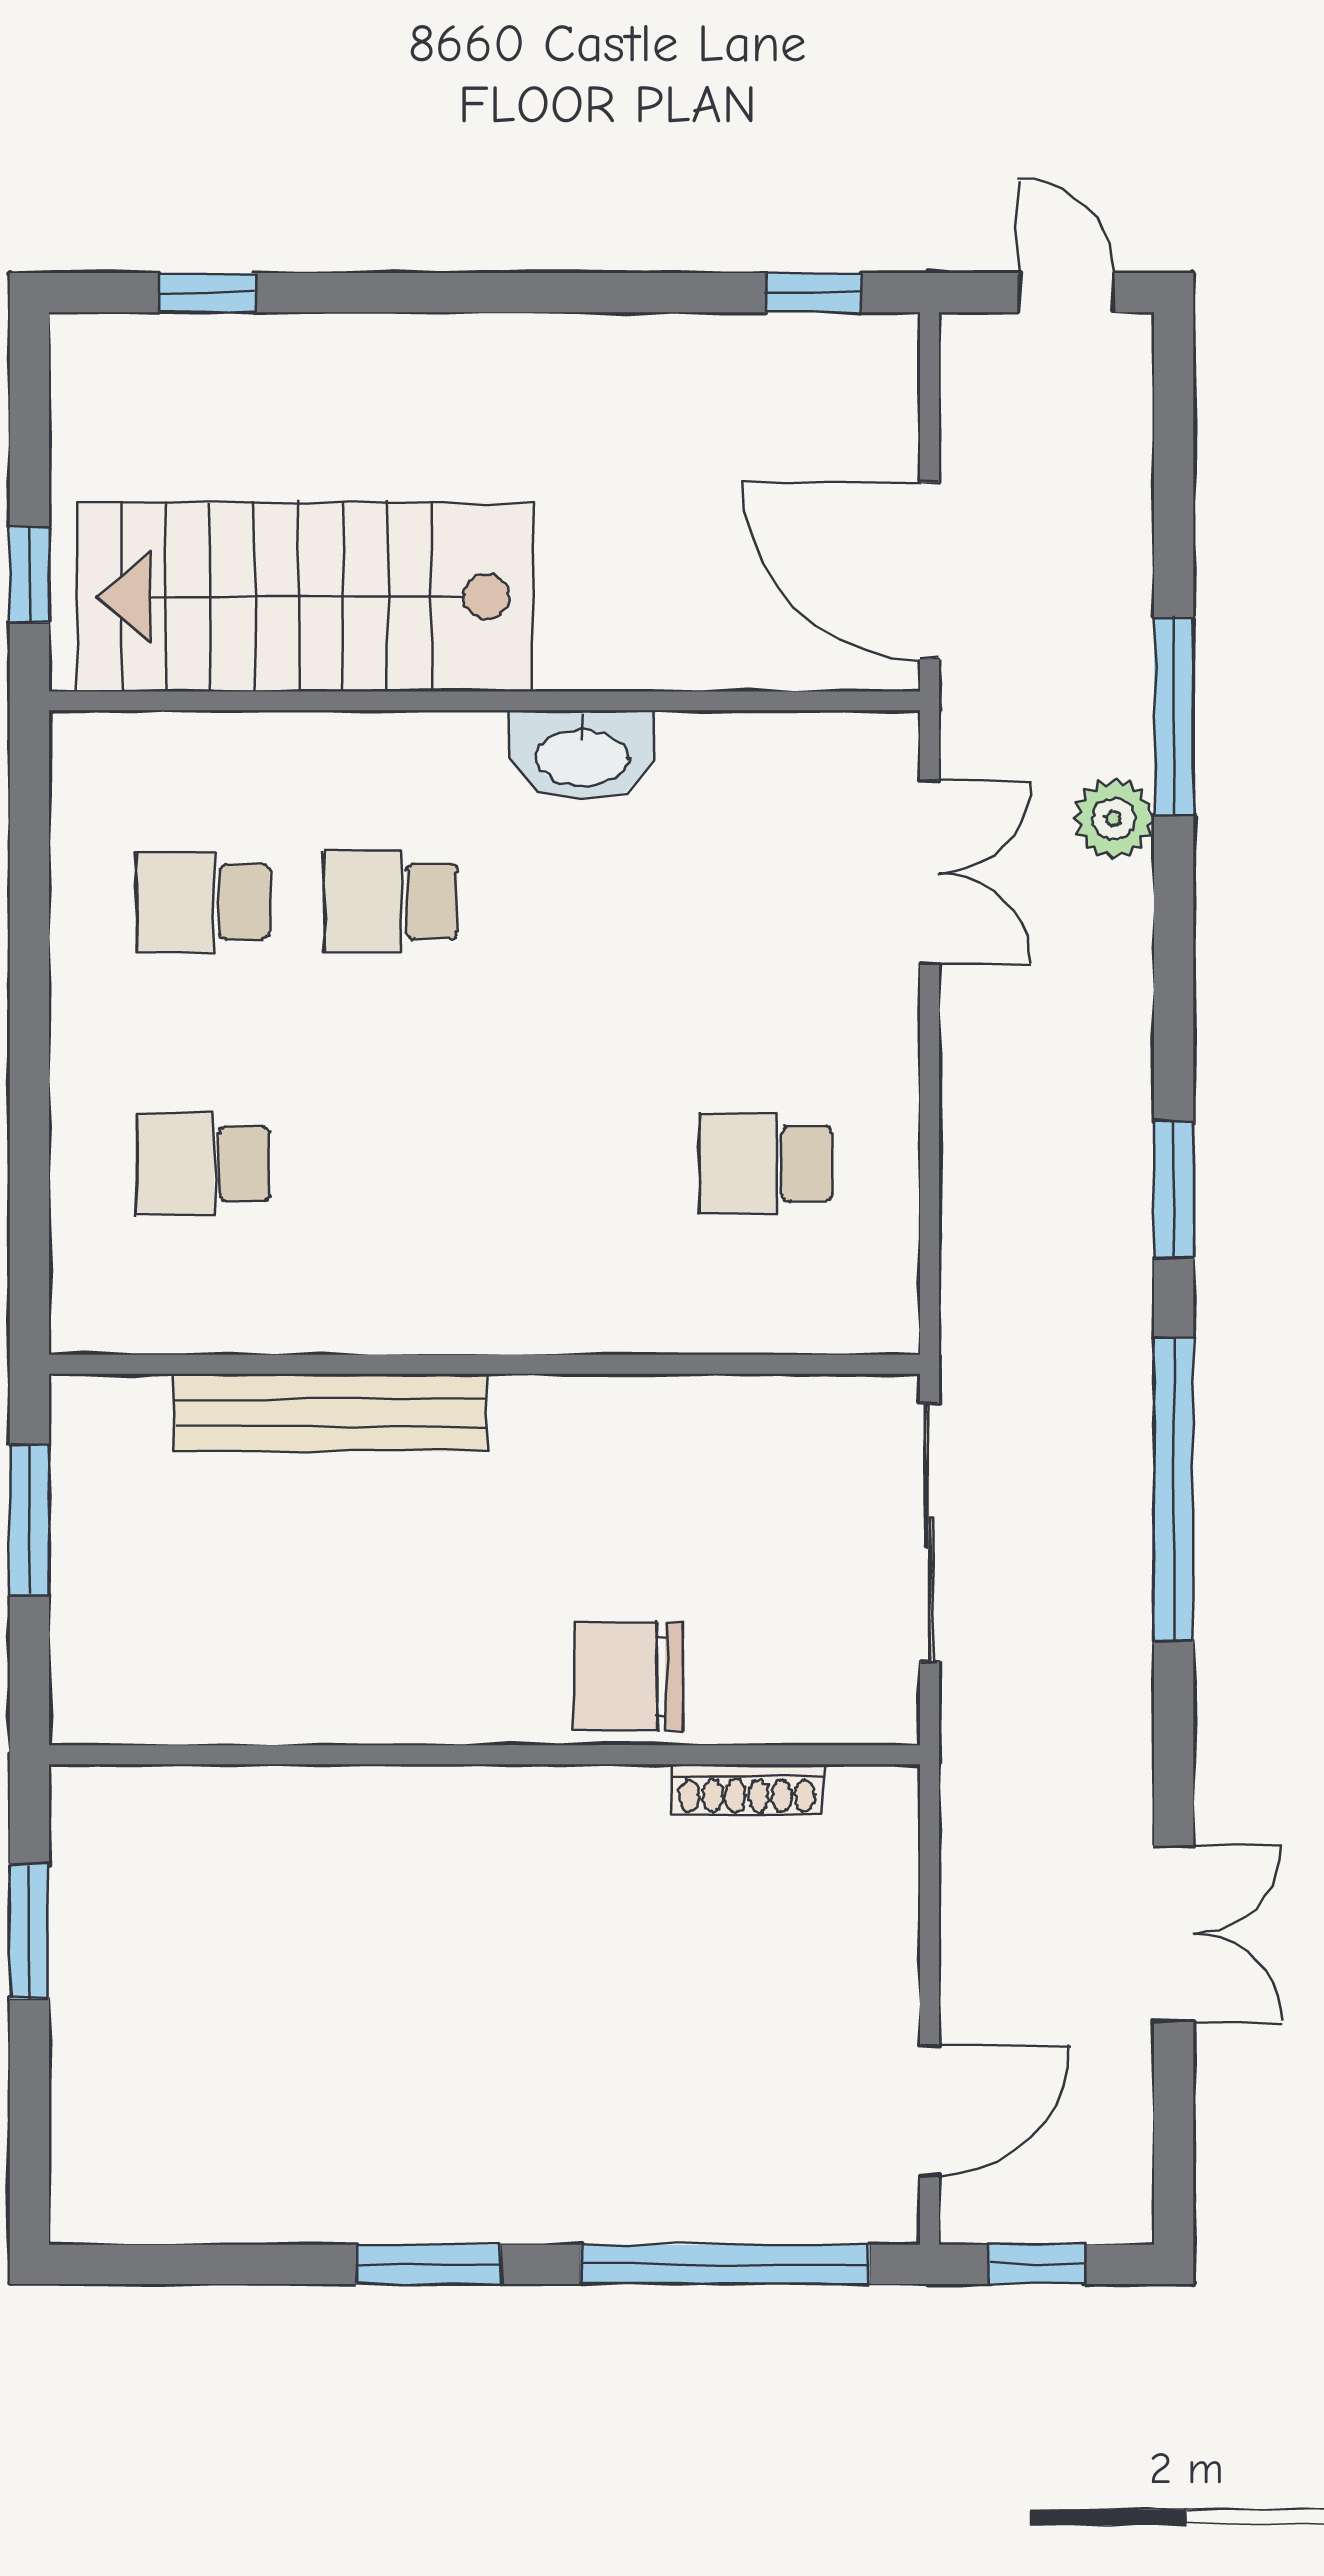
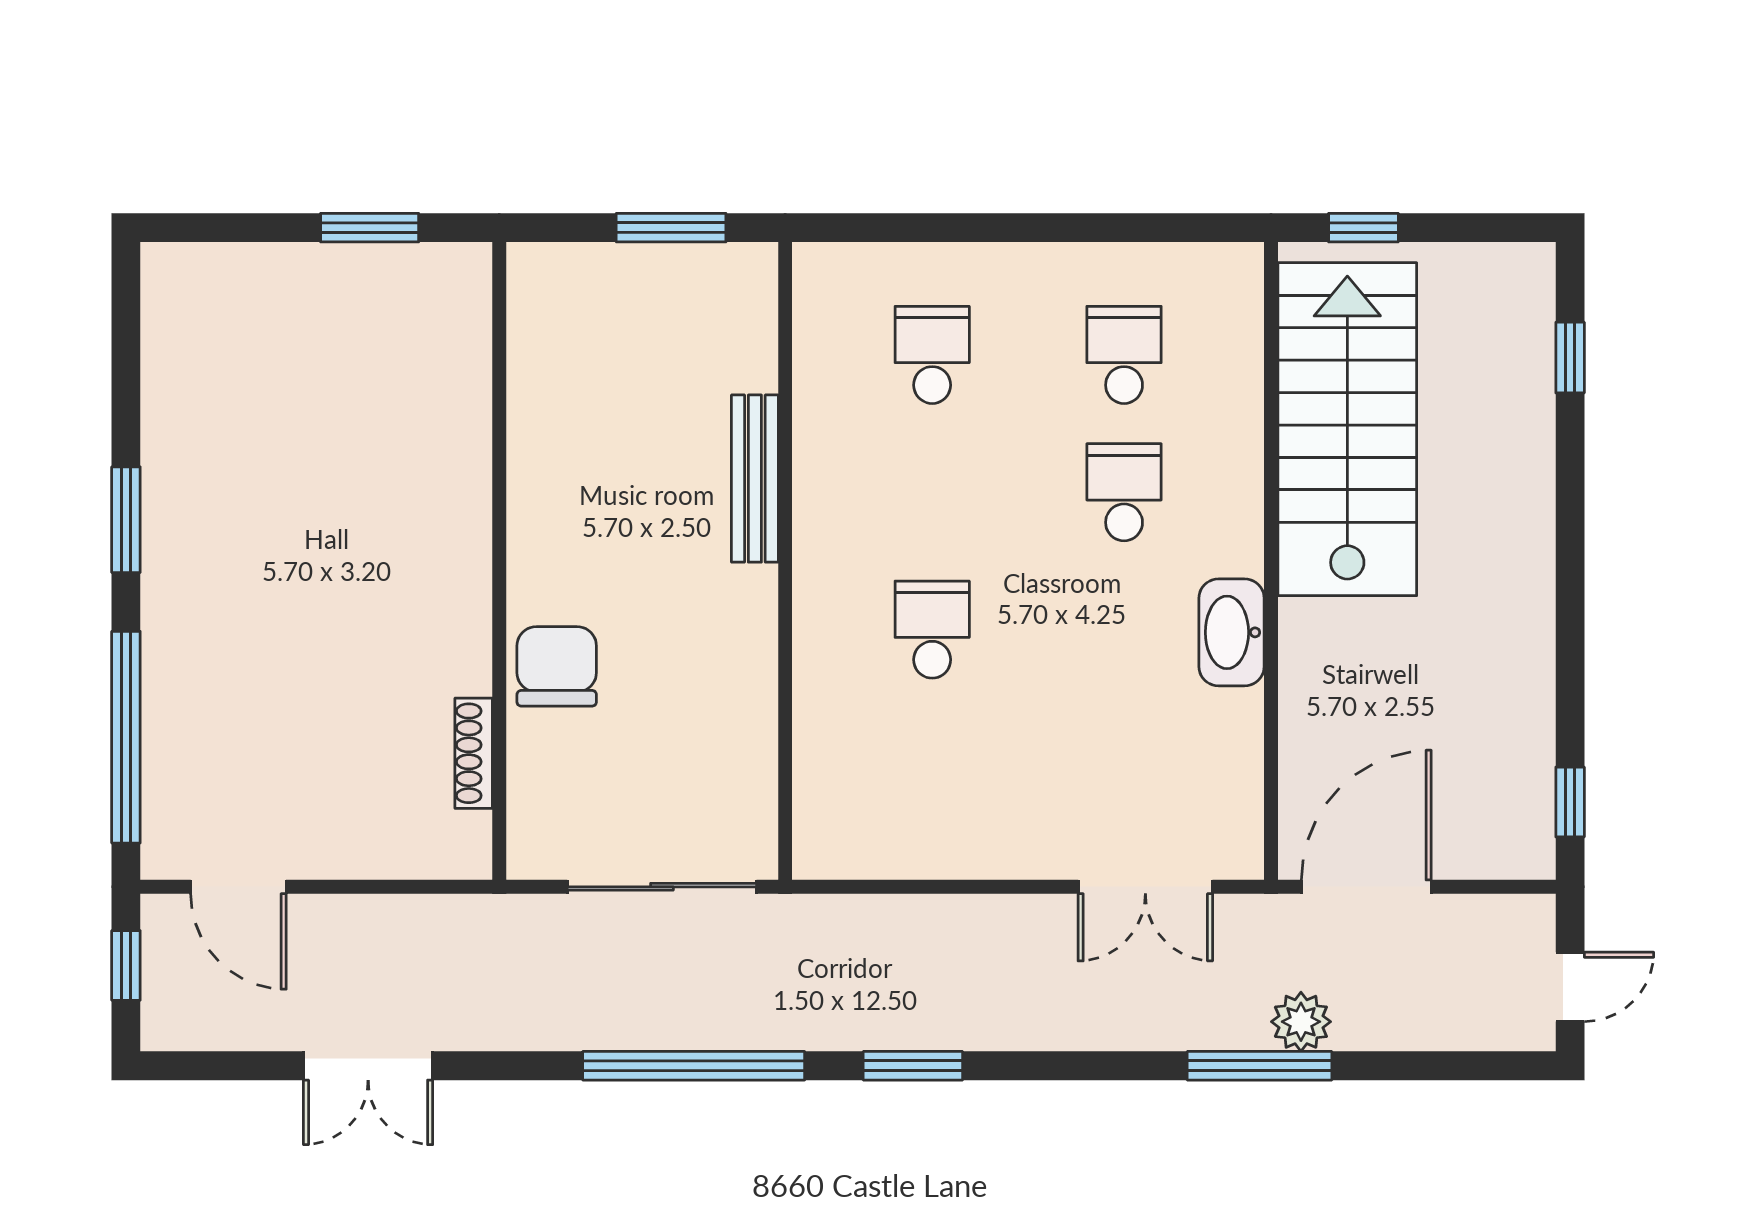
plant: (1114, 819) -> (1301, 1022), moved
school desk: (766, 1164) -> (932, 630), moved
bench: (330, 1413) -> (755, 479), width x0.73, depth x0.82

